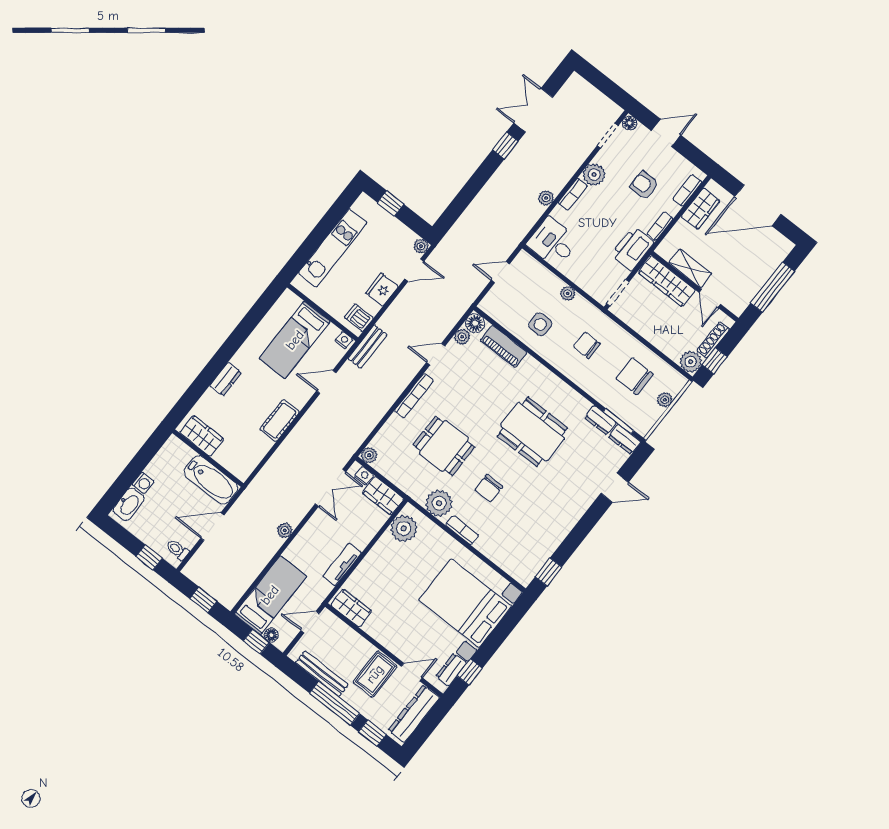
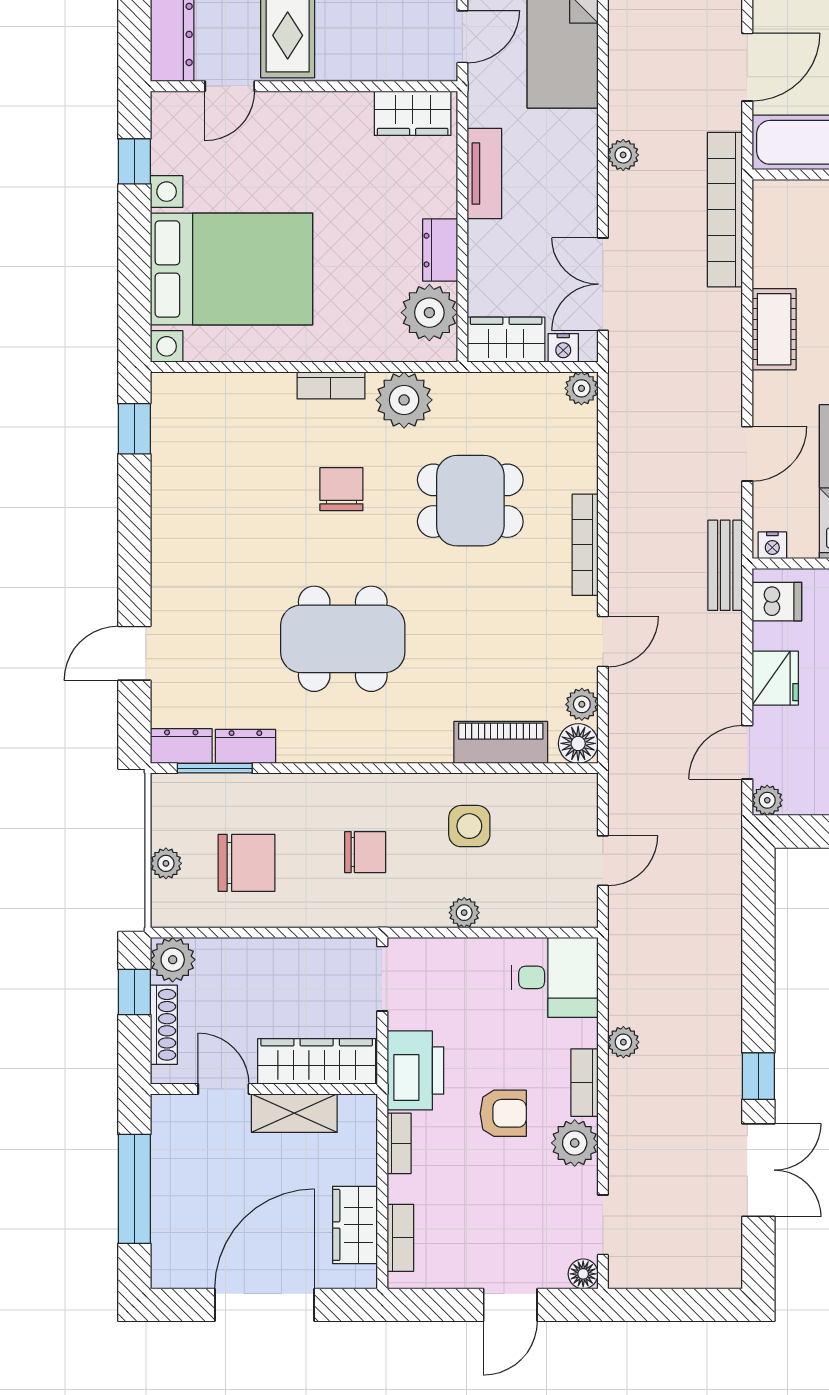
armchair: (644, 185) -> (503, 1113), moved
bookcase: (263, 480) -> (725, 210), added
dresser: (451, 670) -> (440, 250), moved, turned 180

